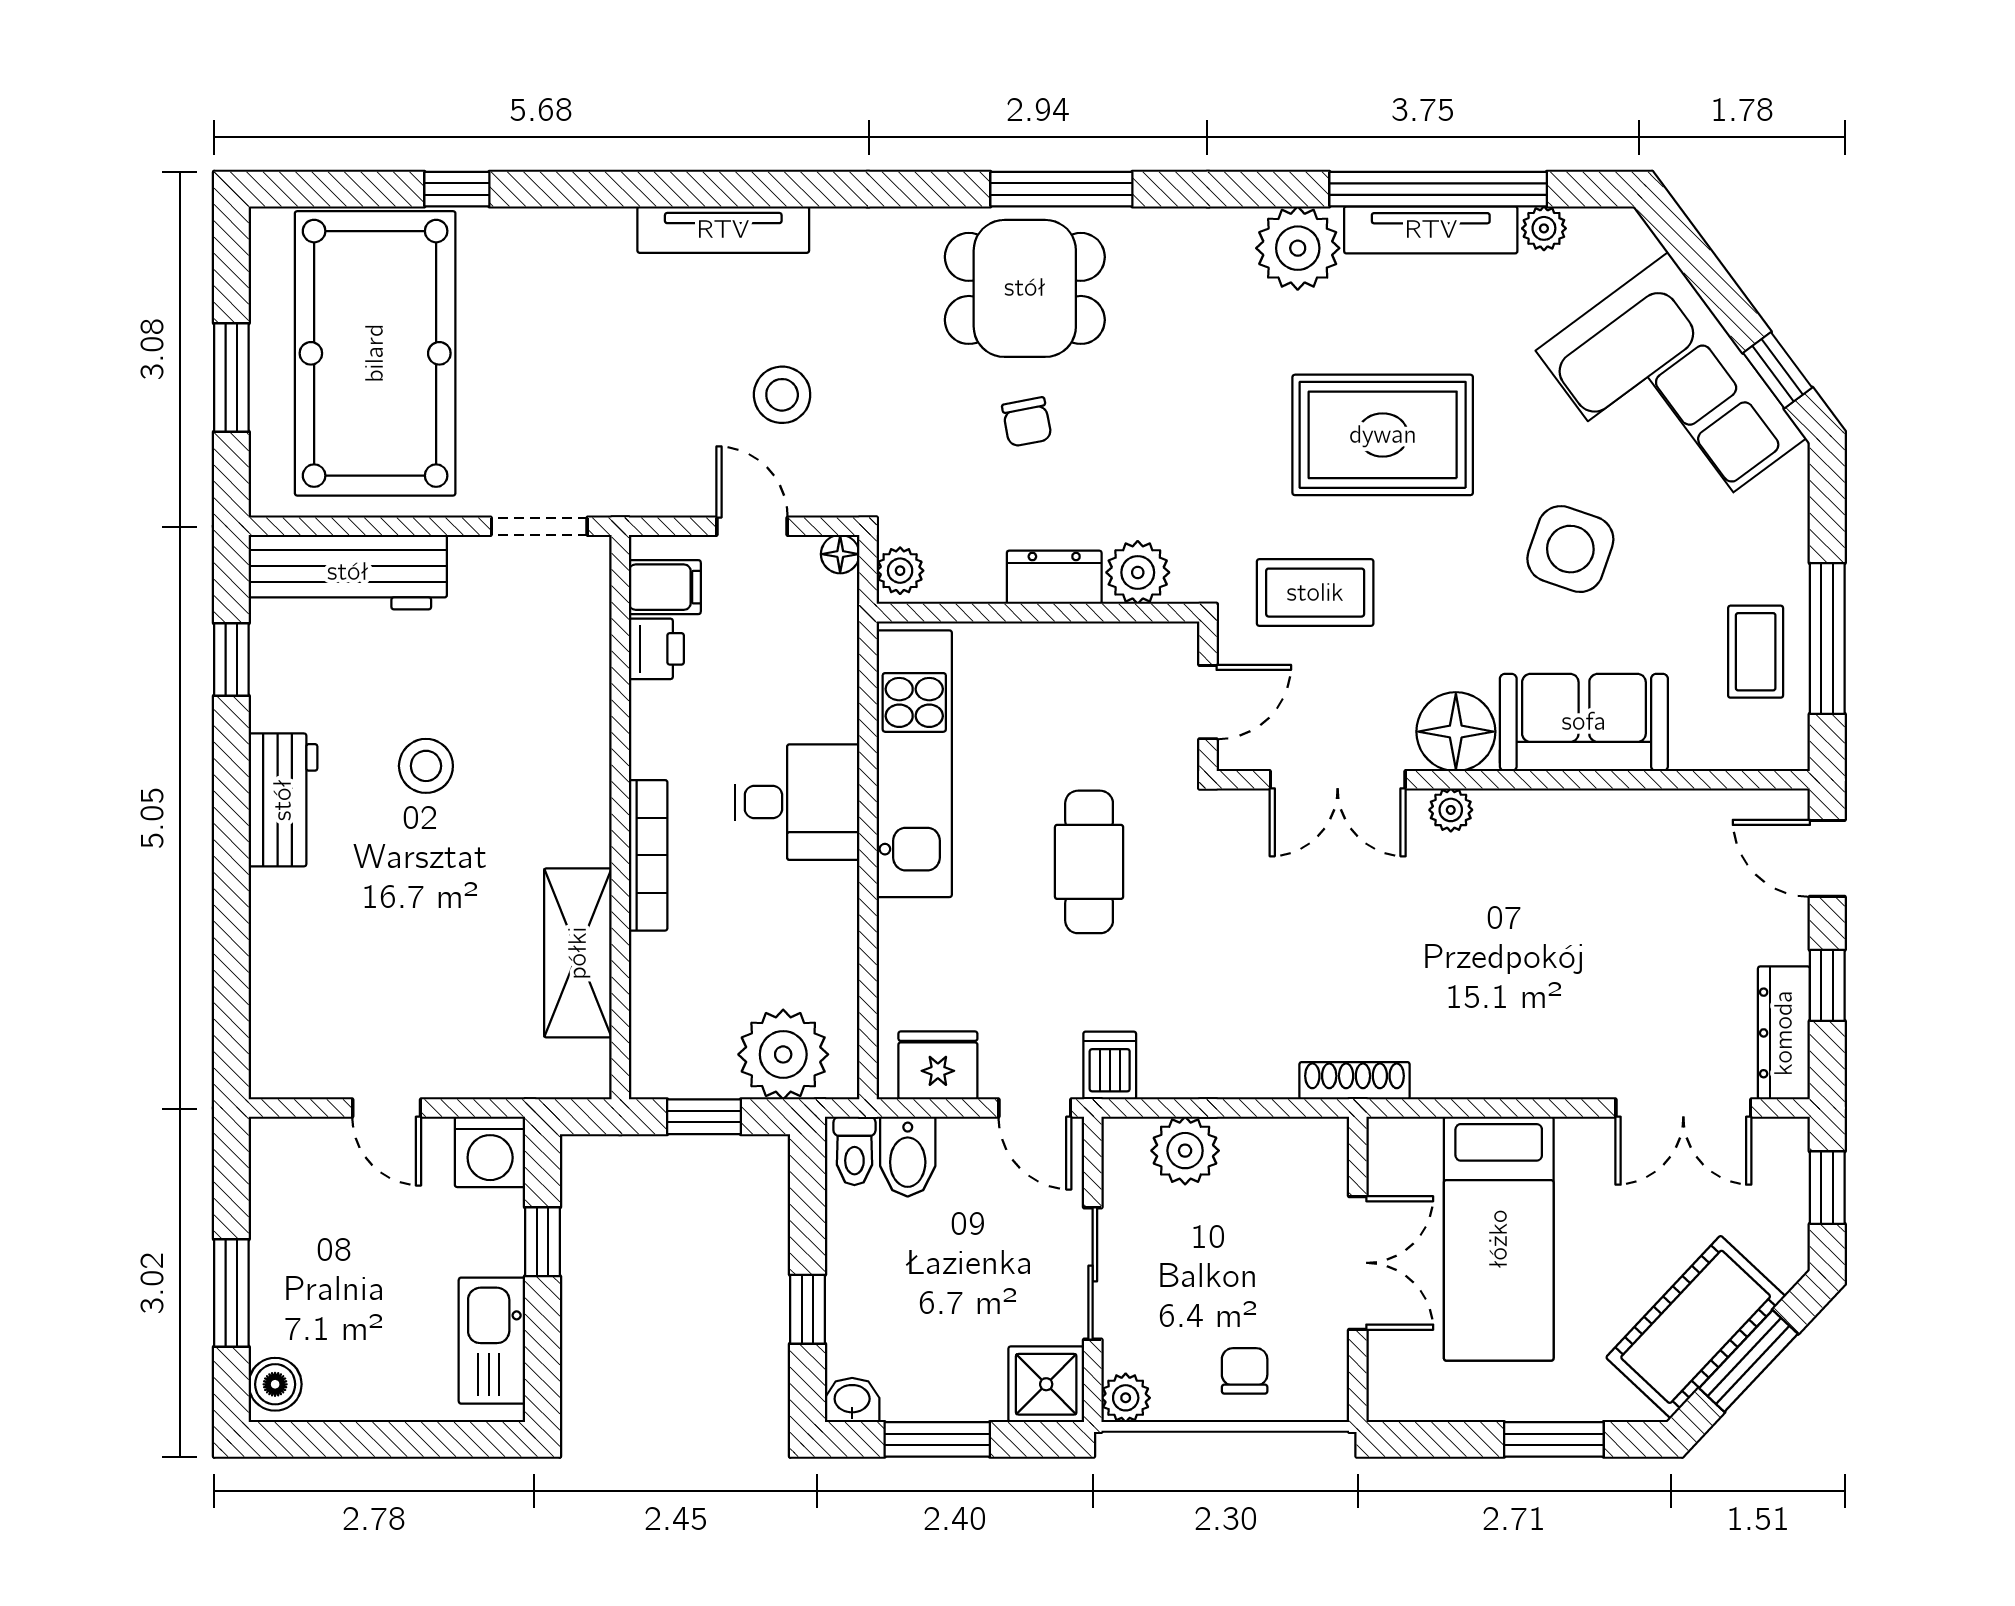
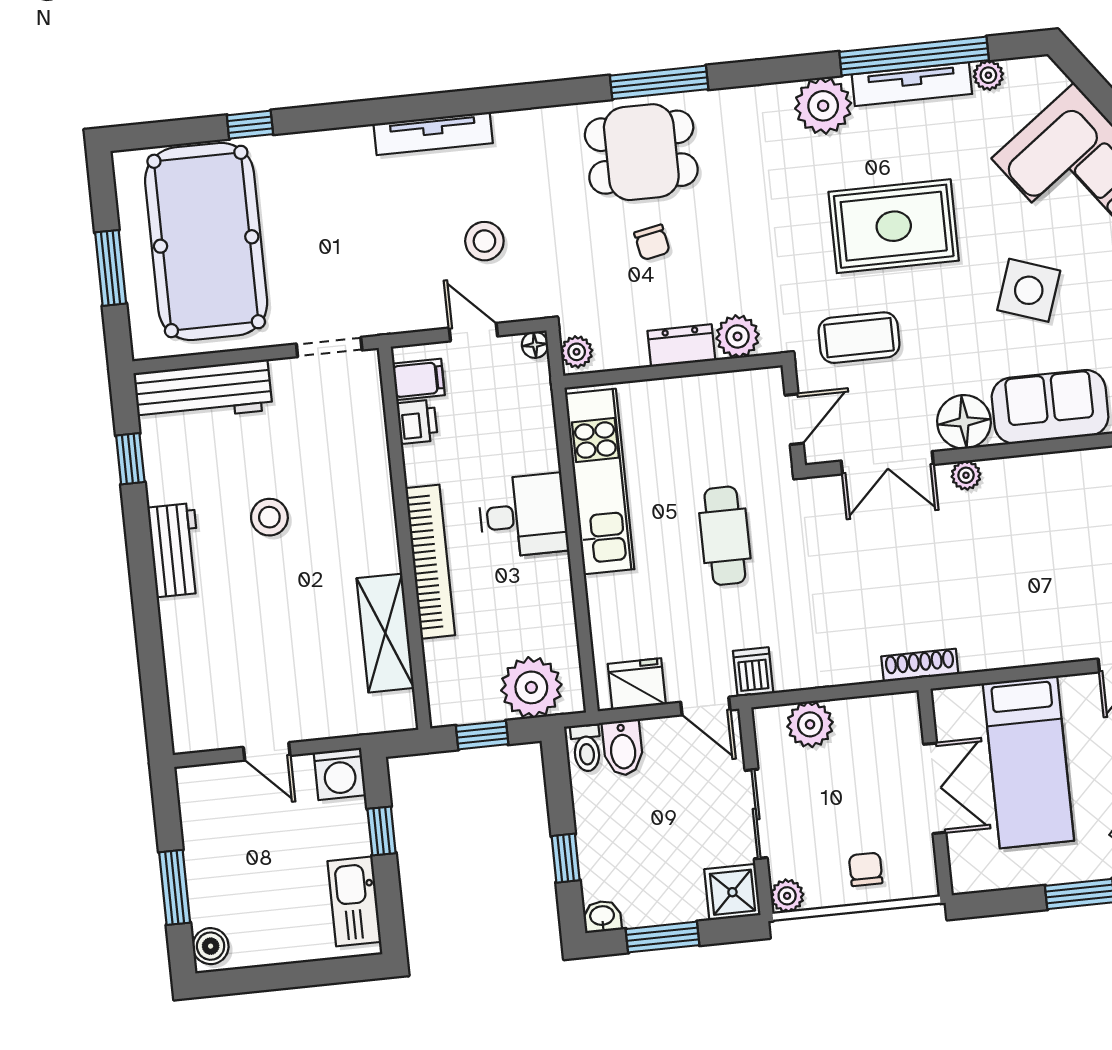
bookcase: (648, 855) -> (430, 562), width x1.48, depth x1.31

